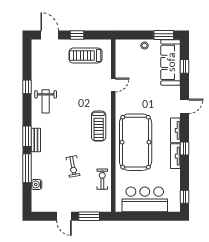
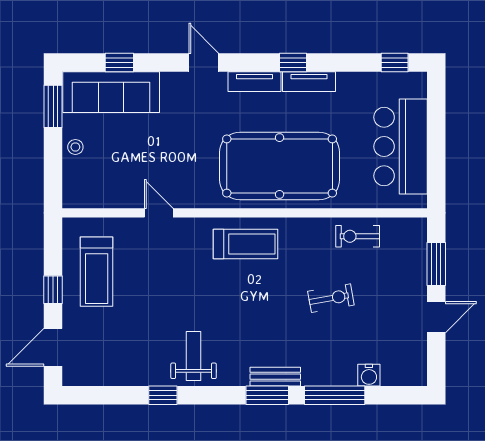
weight bench: (46, 101) -> (194, 356), turned -90

